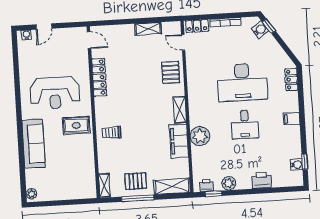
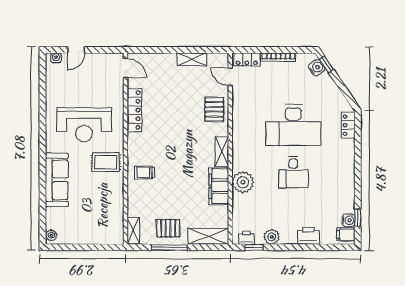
filing cabinet: (292, 119) -> (346, 235), moved

